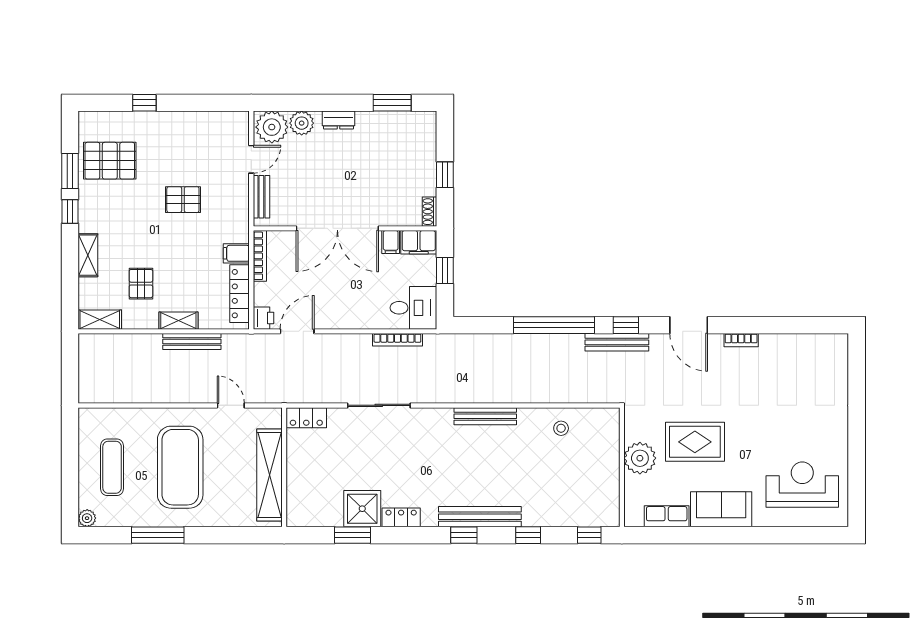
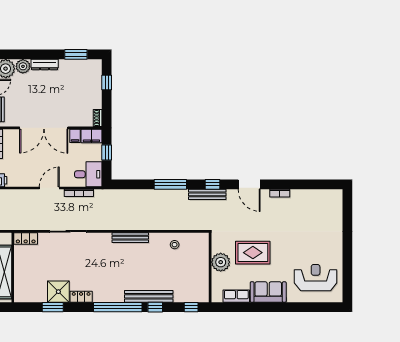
dresser: (339, 120) -> (45, 65), width x1.44
window: (445, 175) -> (107, 82), moved
window: (554, 325) -> (170, 184), width x0.68
door: (297, 331) -> (49, 188), moved
bench: (480, 517) -> (149, 296), moved
window: (464, 535) -> (118, 307), width x3.17

